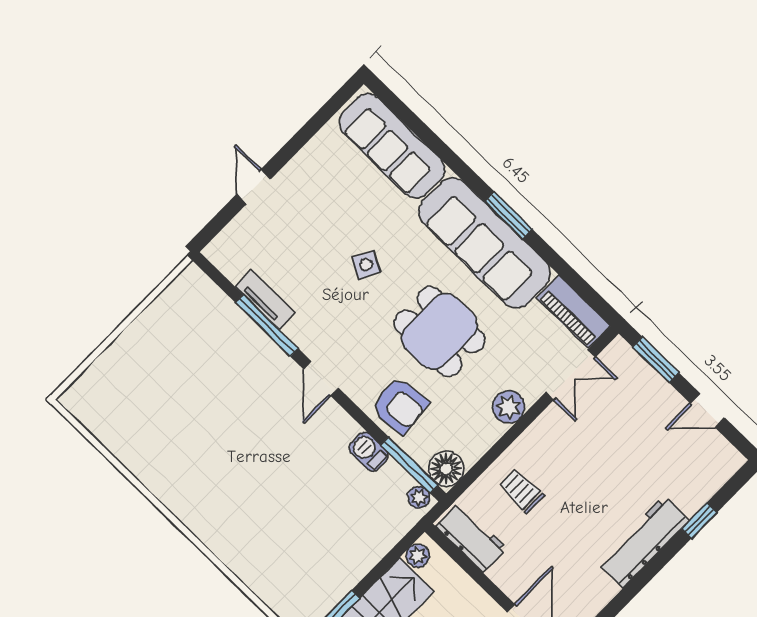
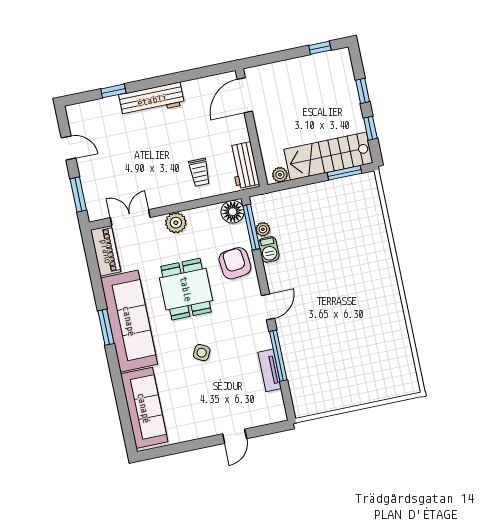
plant: (419, 497) -> (263, 229), moved

